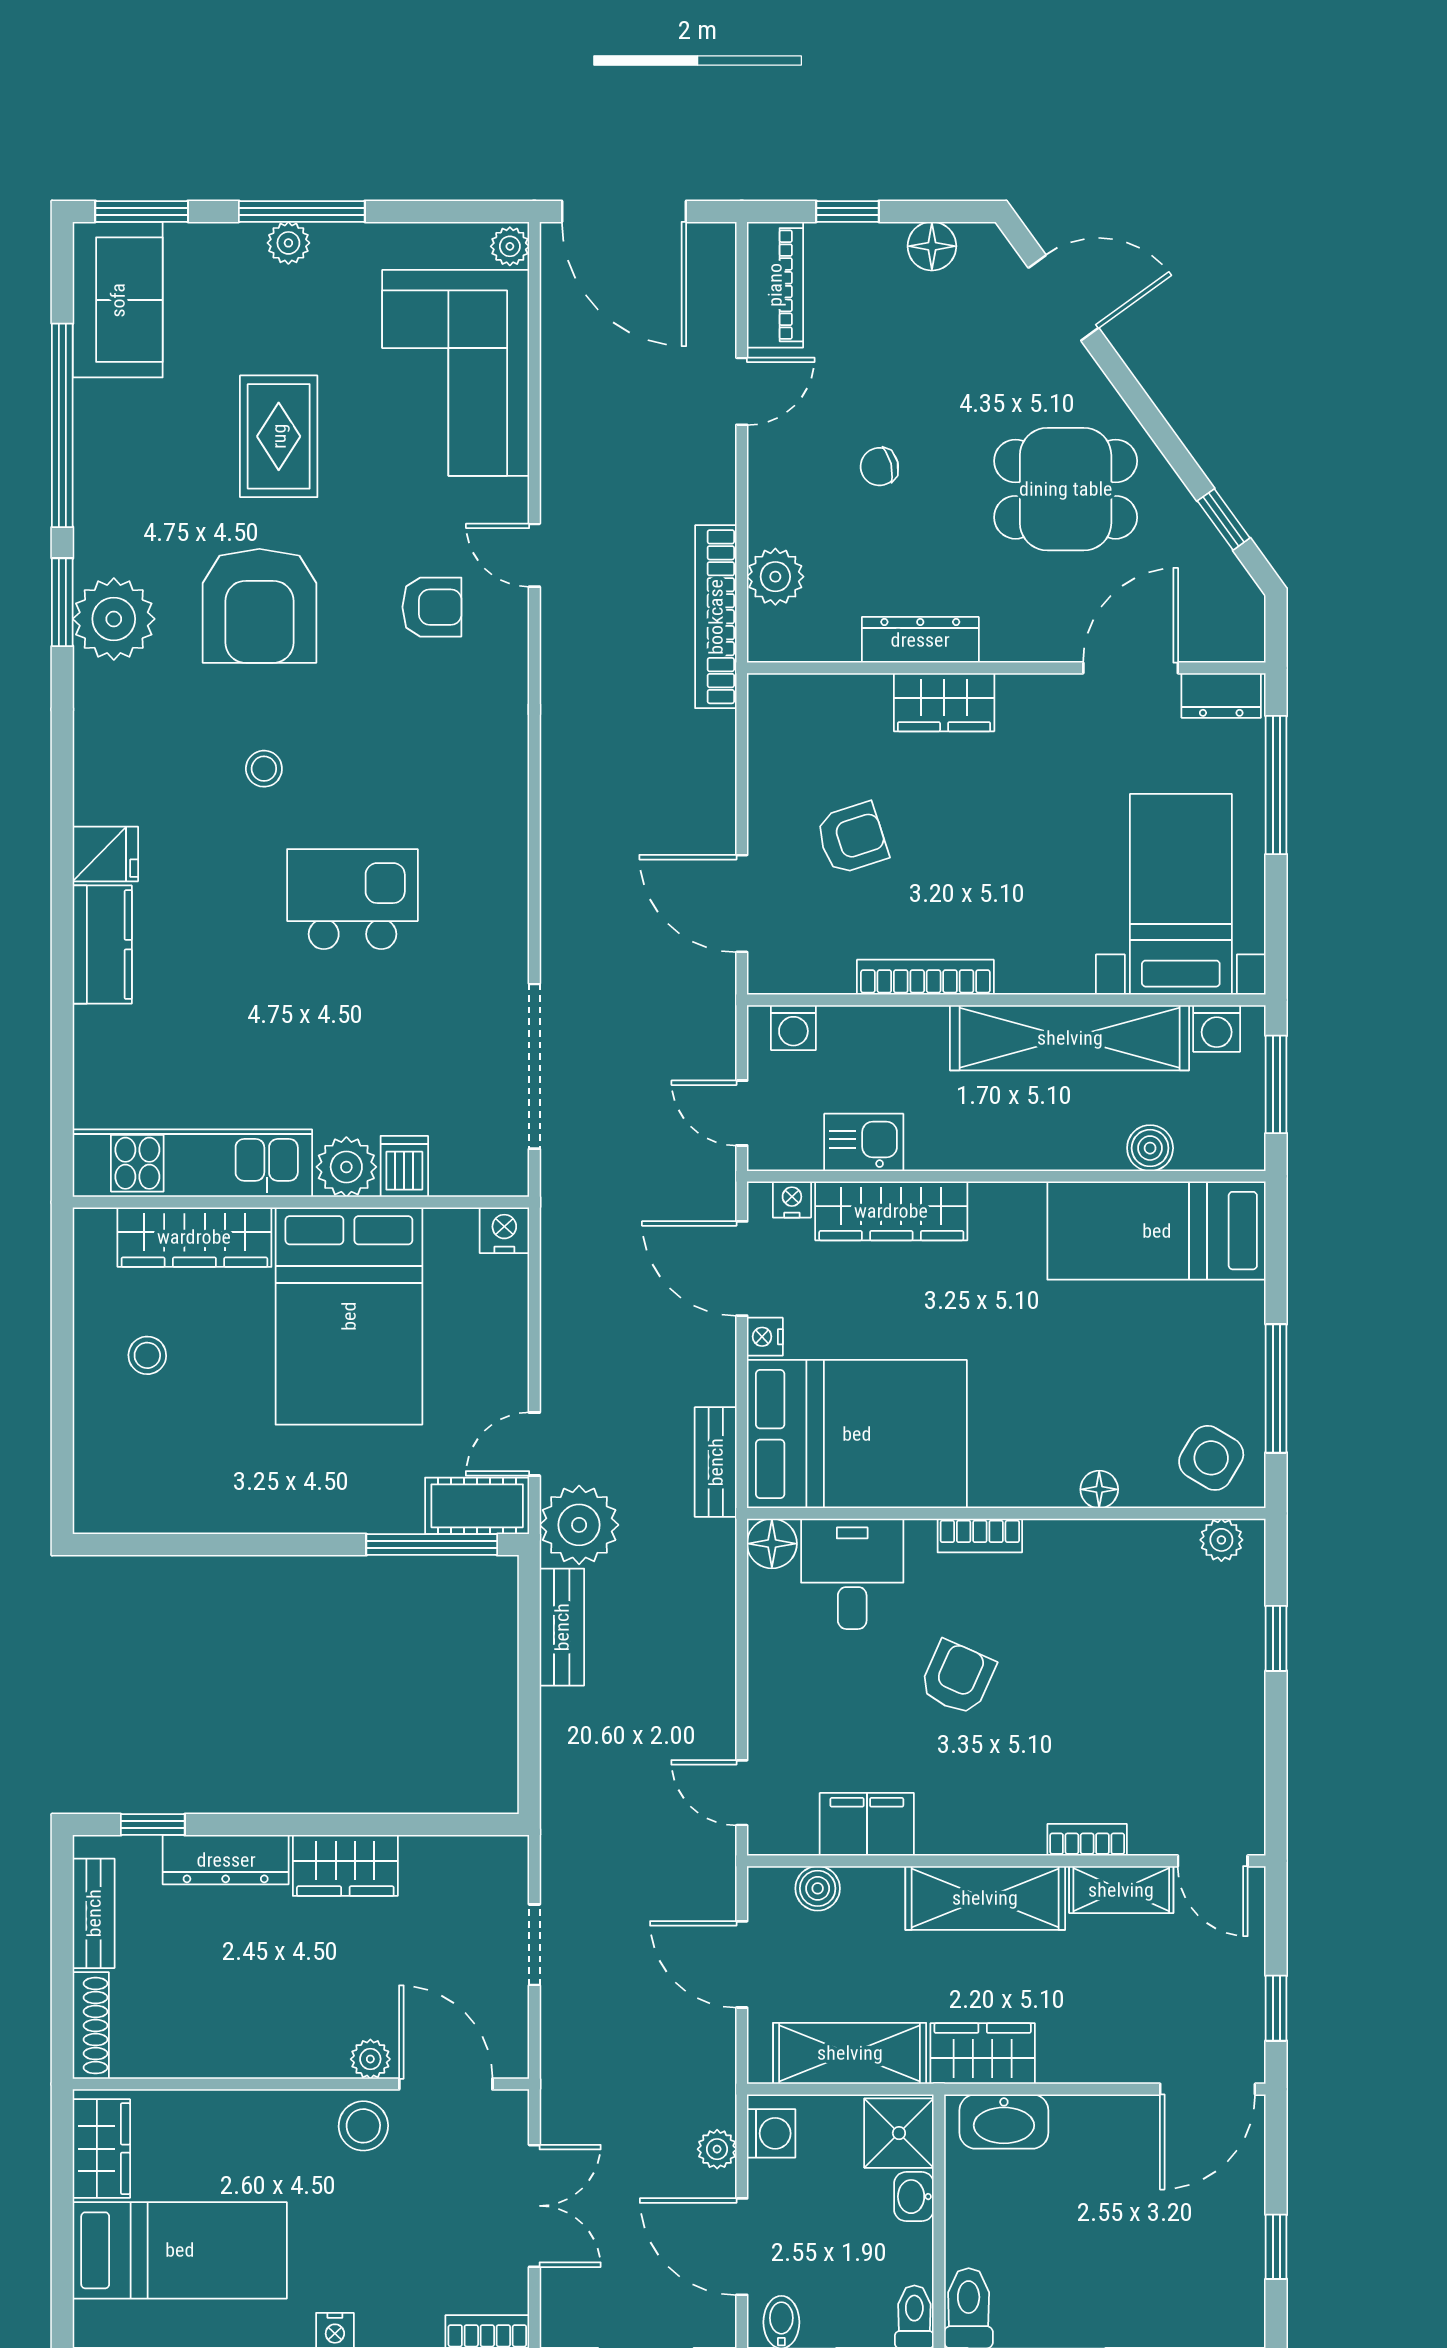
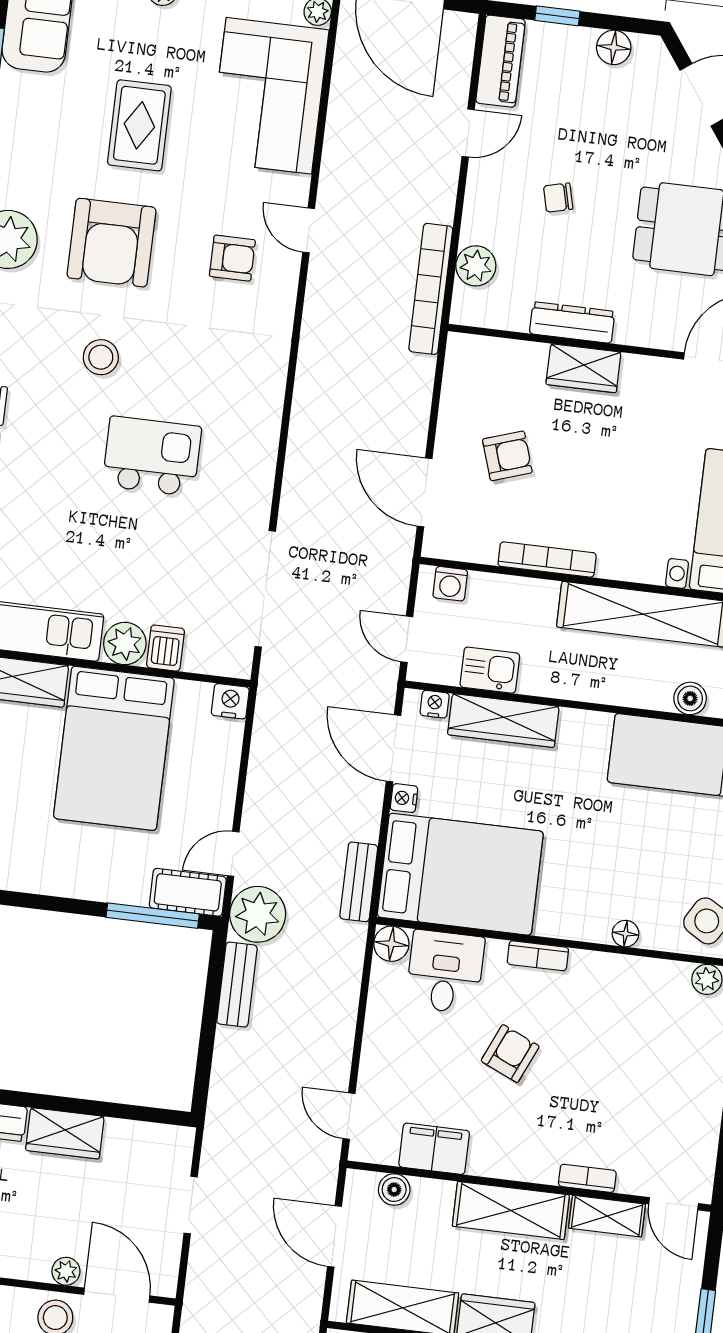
stool: (264, 769) -> (101, 357), width x1.37, depth x1.37

